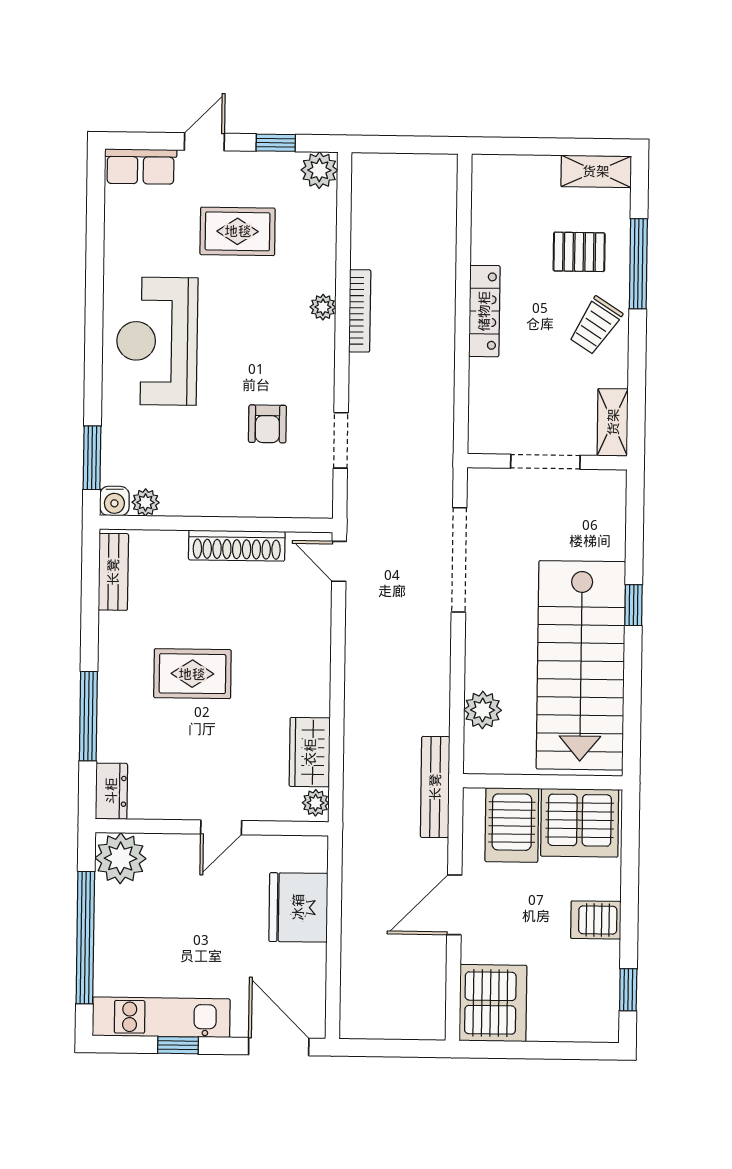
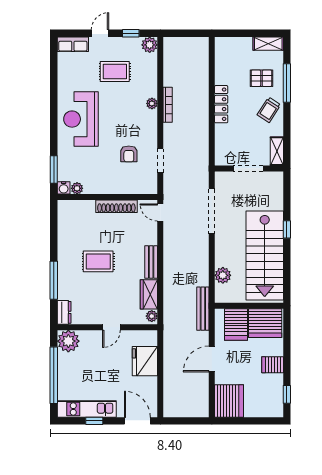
bench: (113, 572) -> (151, 262), moved

